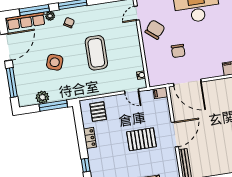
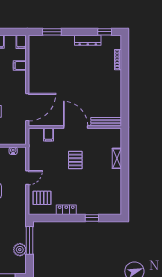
door: (132, 91) -> (27, 178), moved
filing cabinet: (160, 93) -> (48, 135), moved
pallet: (141, 139) -> (75, 160), width x0.67, depth x0.71

